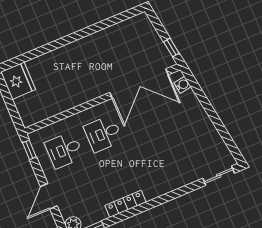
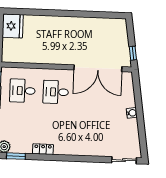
water cooler: (182, 85) -> (132, 113), moved
locker: (125, 204) -> (43, 149), width x0.66

